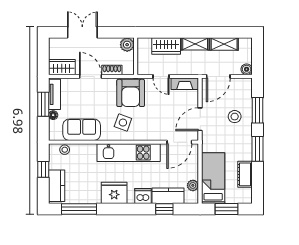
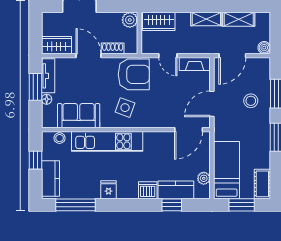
wardrobe: (166, 46) -> (159, 21), moved
armchair: (131, 93) -> (134, 74), turned -90
kitchen unit: (129, 153) -> (107, 141), moved
cot: (245, 174) -> (262, 184), moved
fridge: (114, 193) -> (109, 190), width x0.53, depth x0.75

